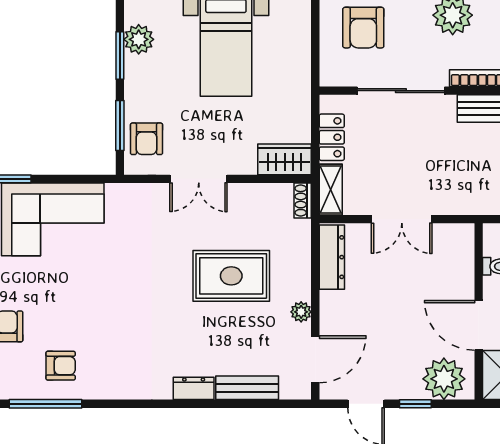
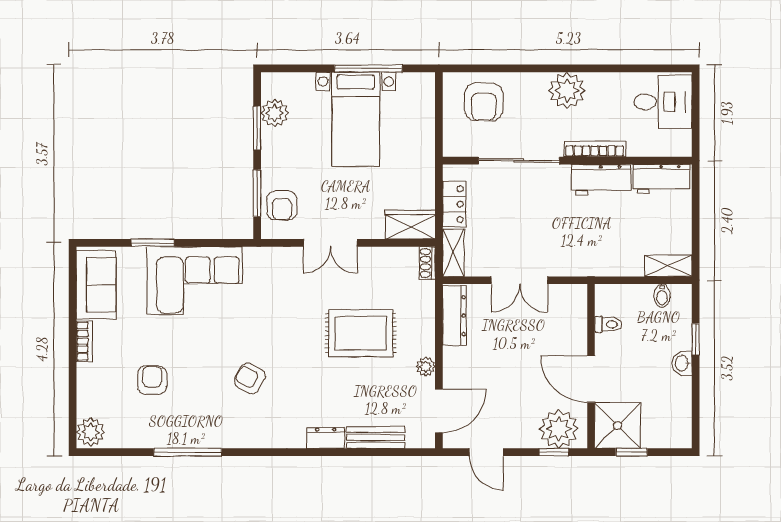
armchair: (61, 366) -> (250, 378), moved, turned -151
window: (415, 404) -> (554, 452), moved

